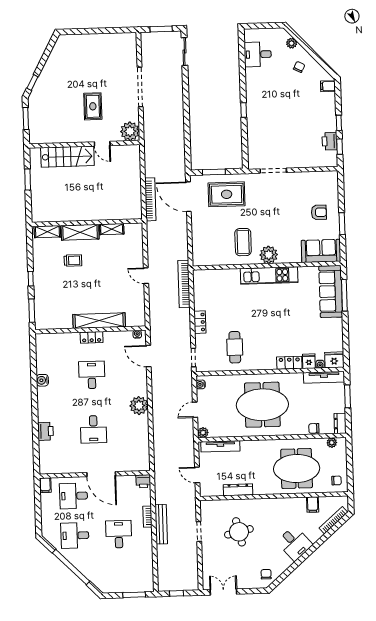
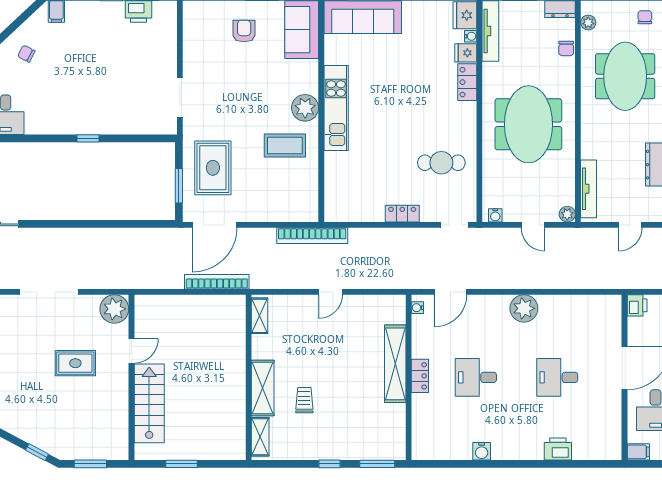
shelving: (112, 229) -> (260, 316), moved
bookcase: (184, 284) -> (312, 236), moved
desk: (93, 429) -> (557, 377), turned 180

